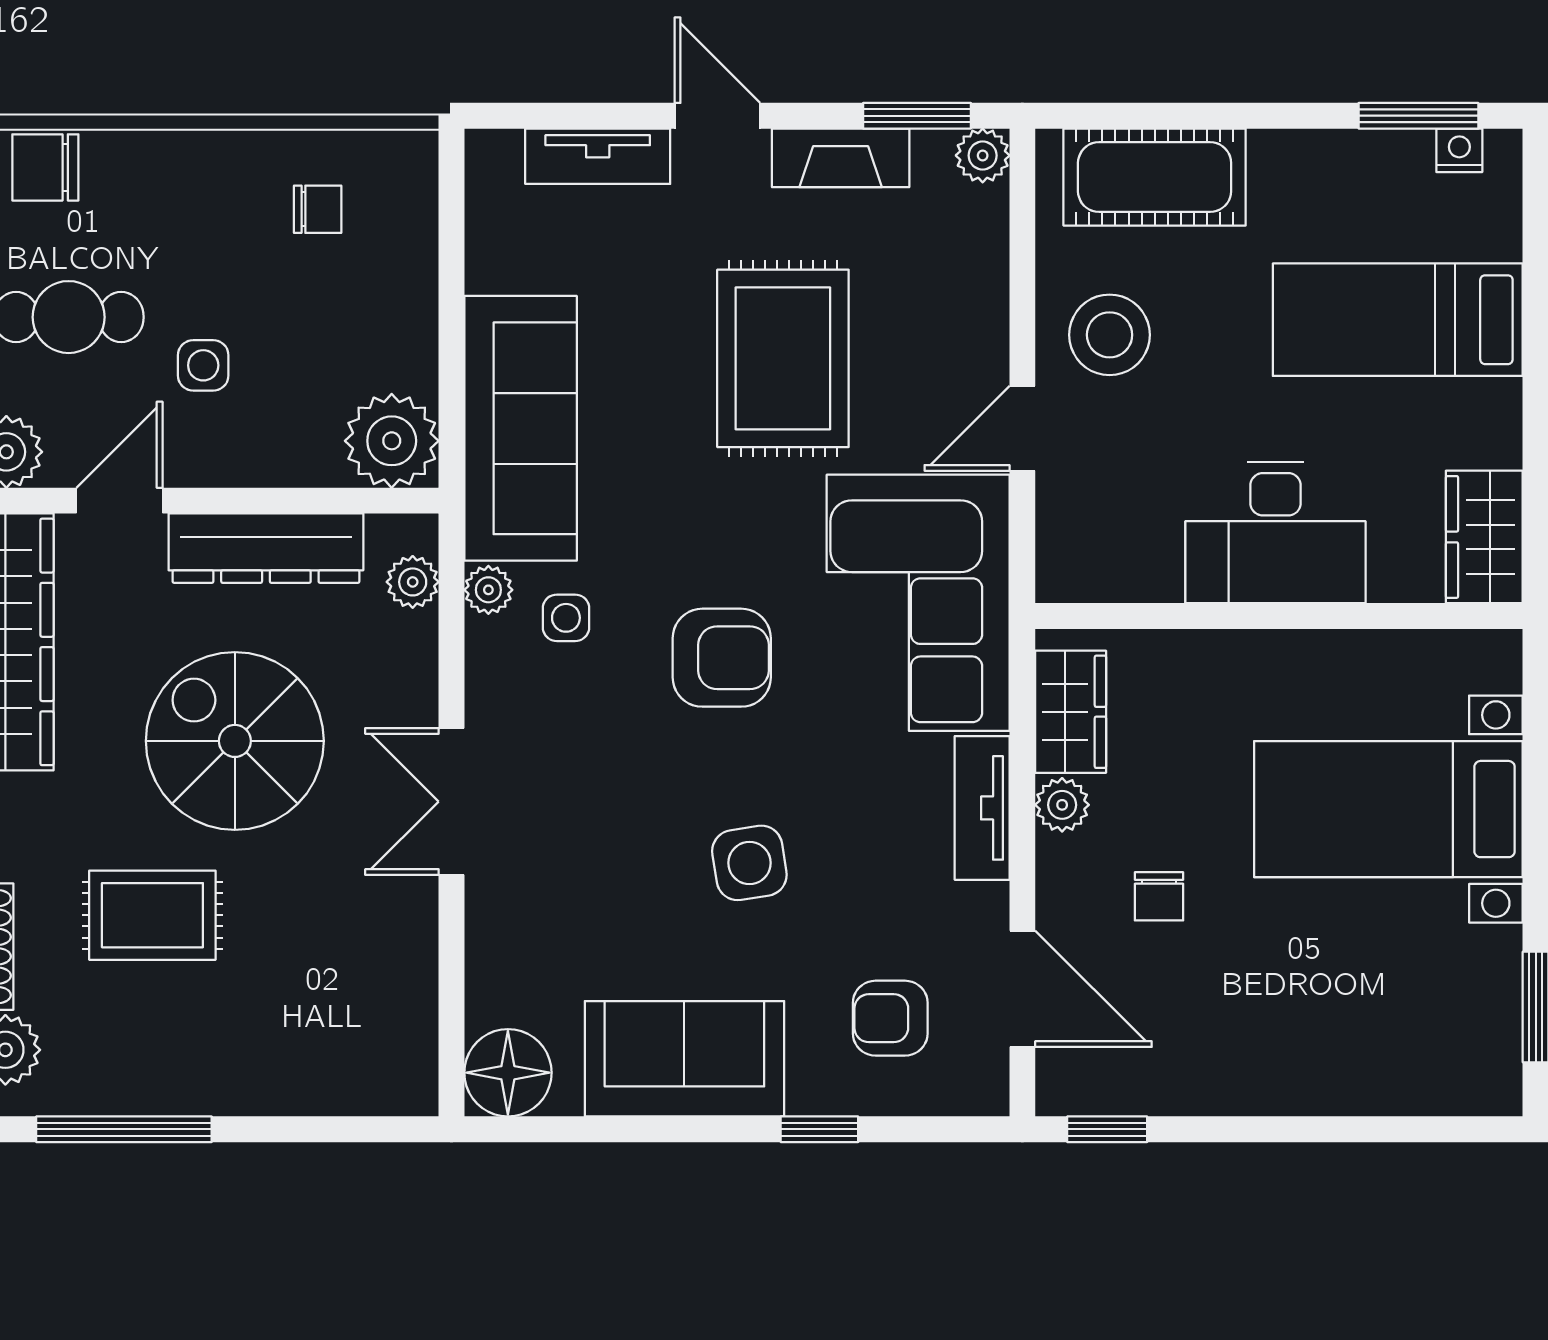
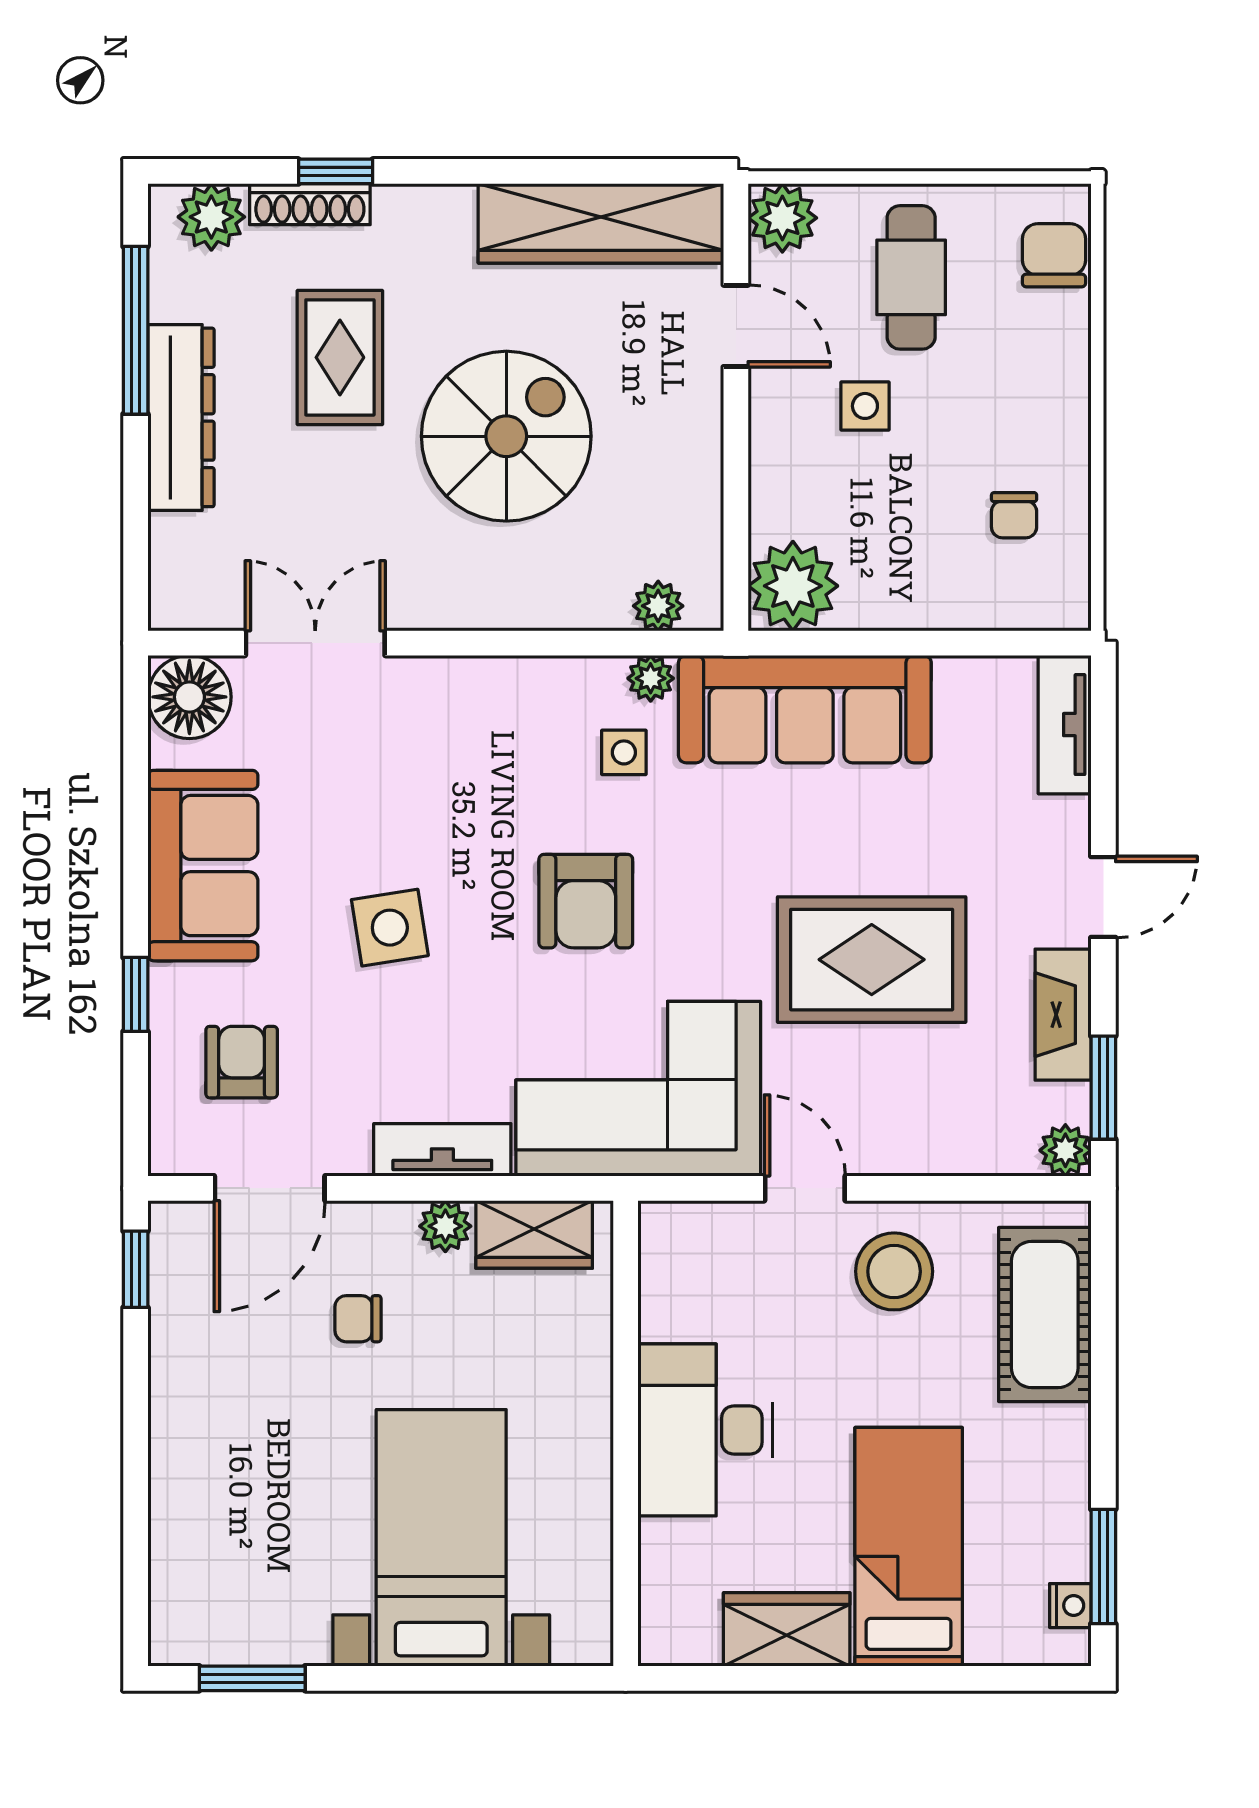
tv unit: (598, 156) -> (1065, 725), moved
wardrobe: (1484, 537) -> (787, 1629), moved
dresser: (266, 548) -> (181, 417), moved, turned 180
double door: (452, 802) -> (315, 643), moved

